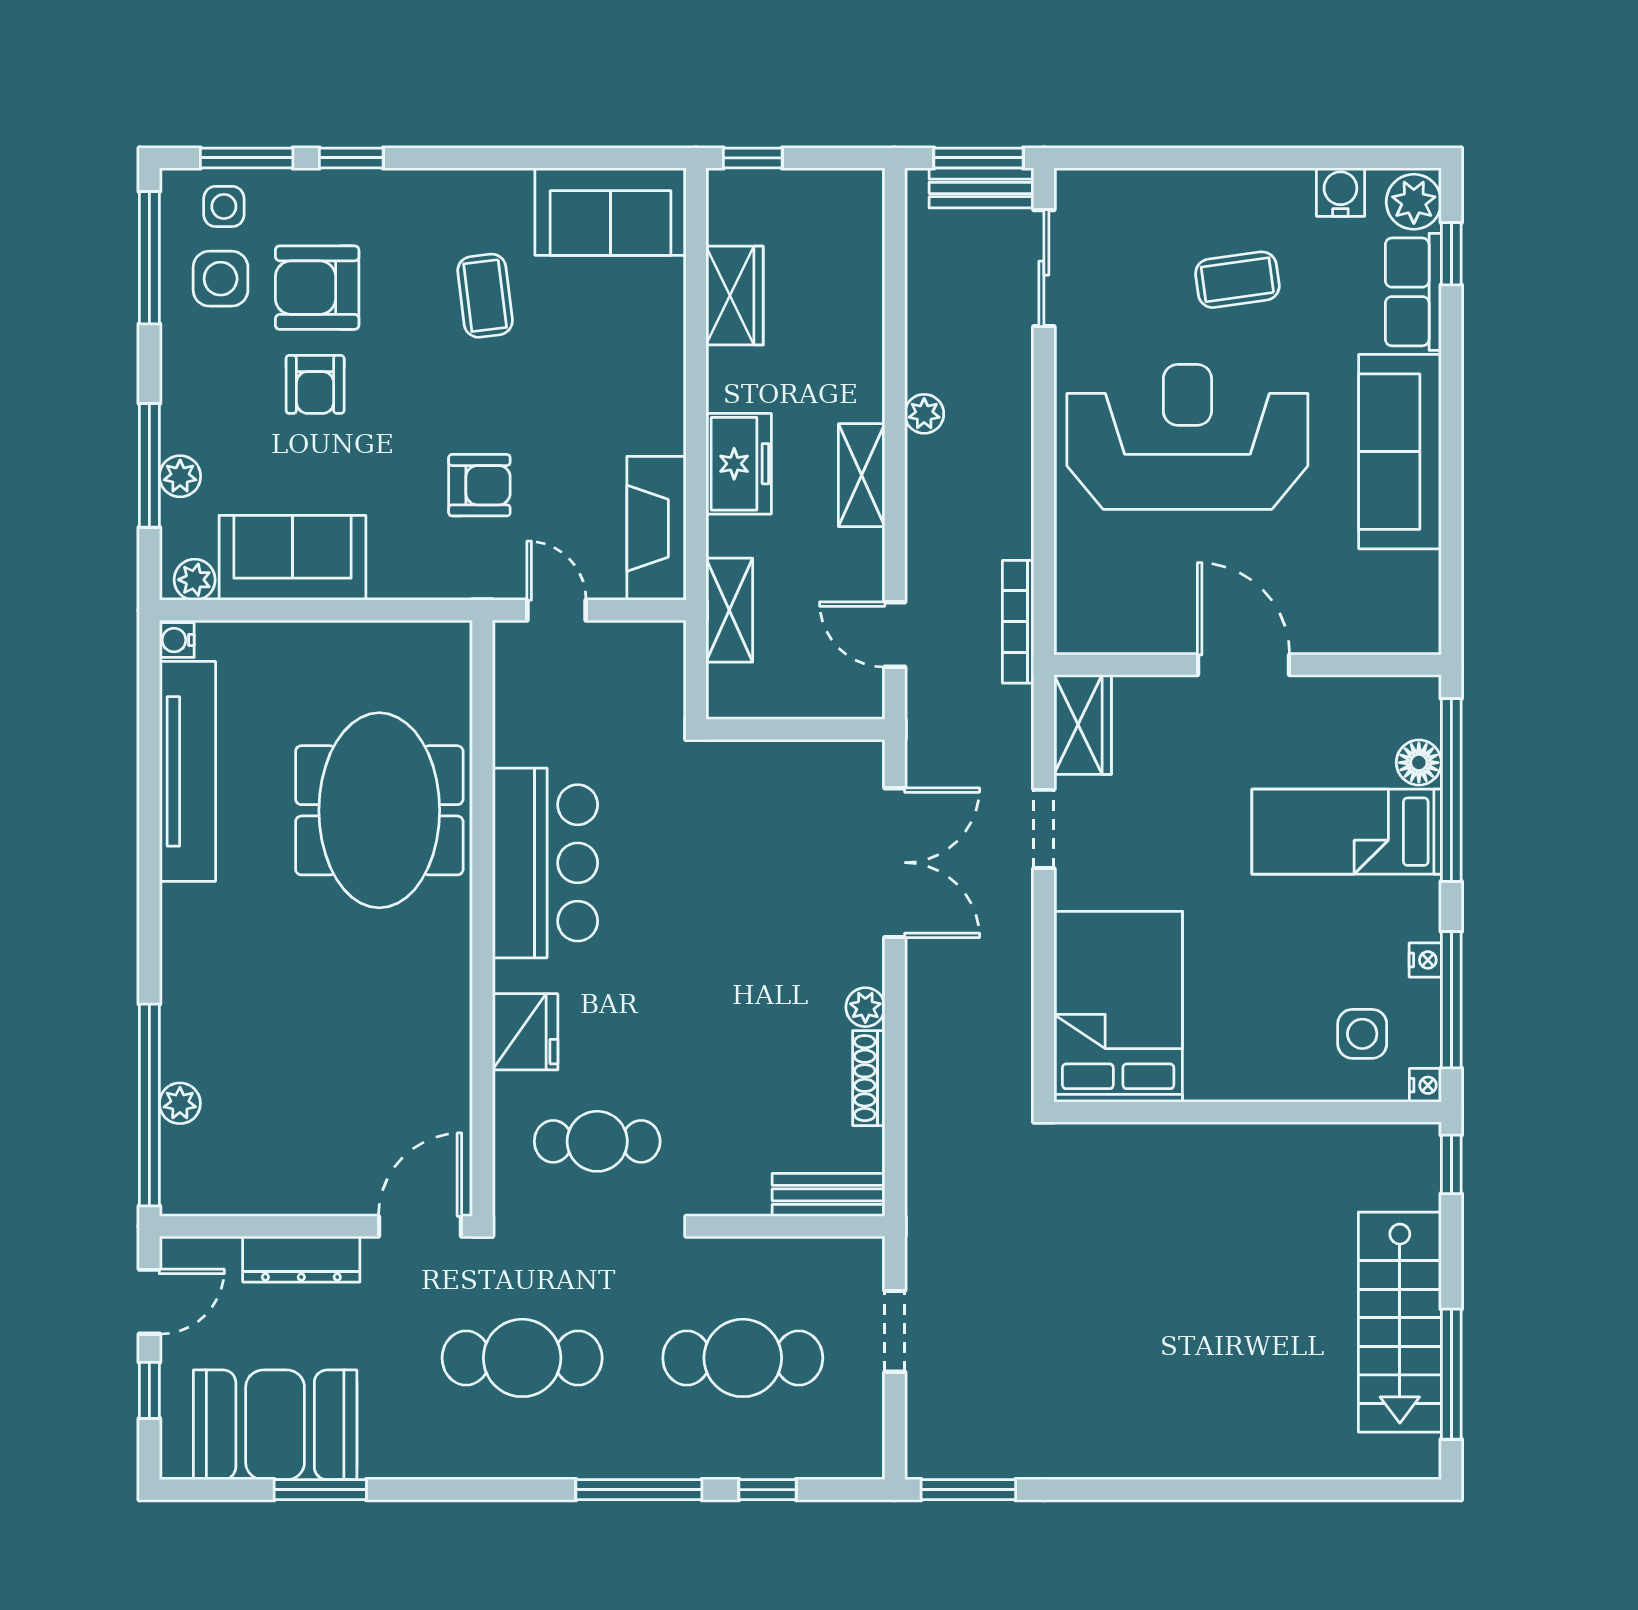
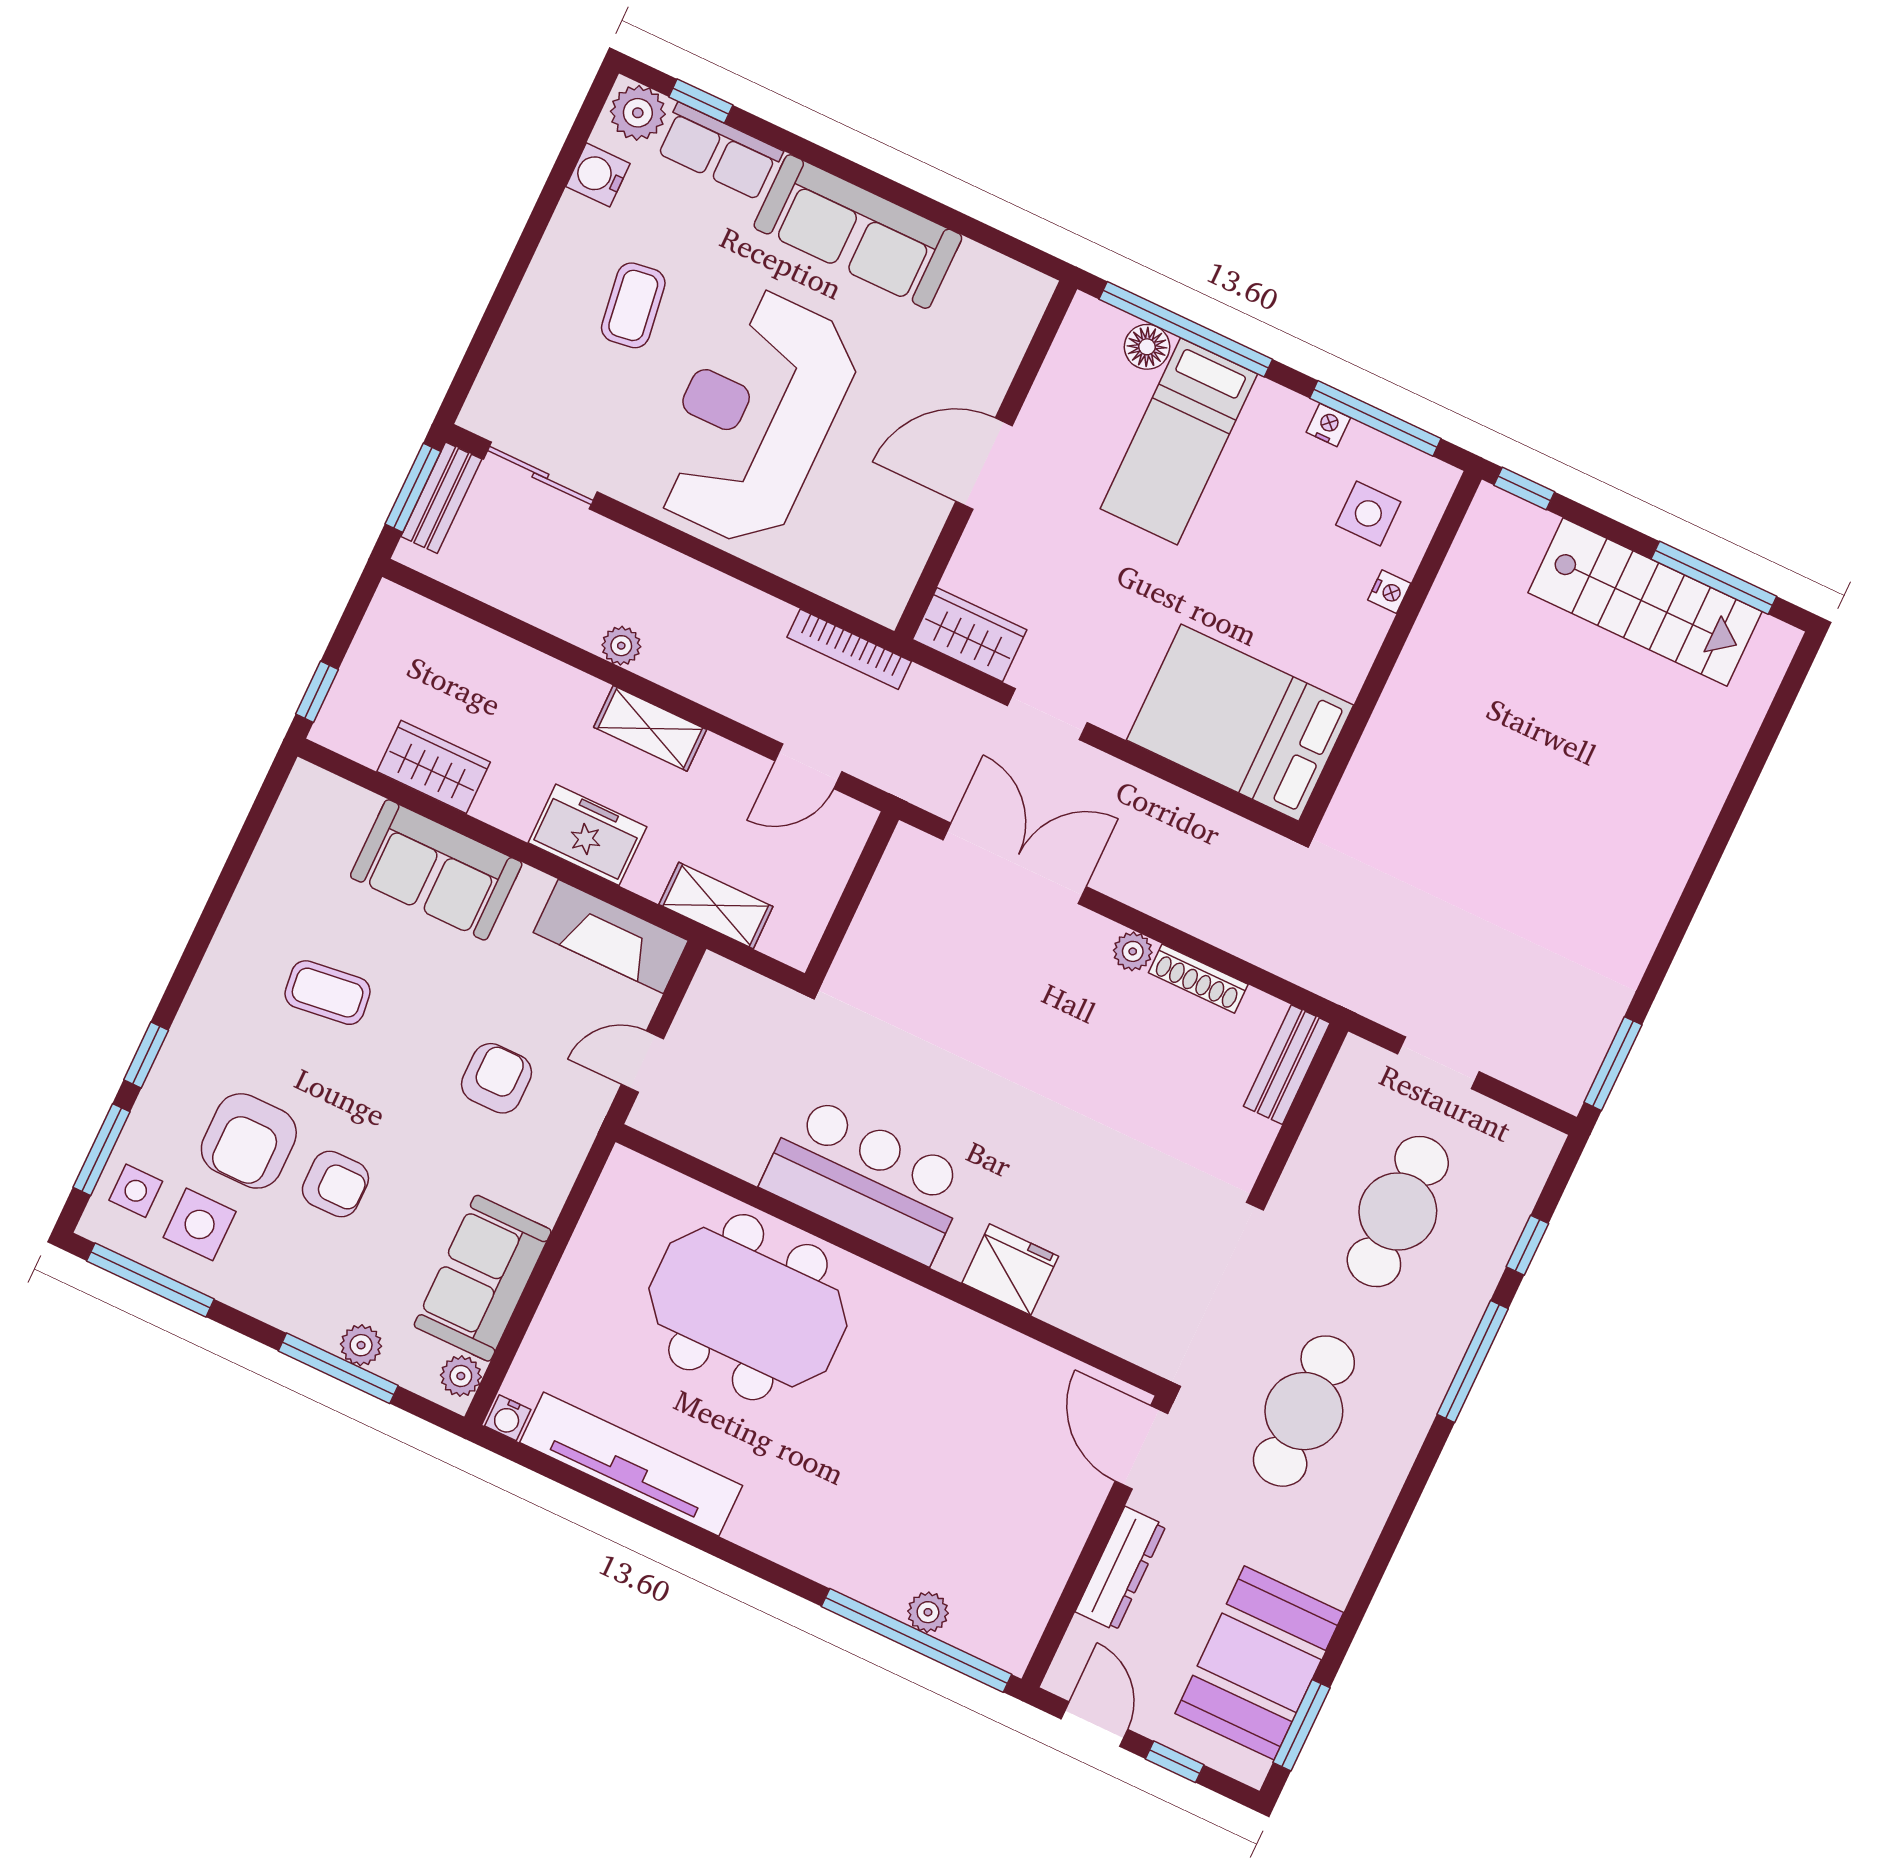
sofa: (611, 212) -> (436, 870), moved, turned 90
nightstand: (1425, 1085) -> (1389, 592), moved, turned 90
cafe table: (597, 1141) -> (1140, 1251), removed
window: (320, 1490) -> (1302, 1725), moved

